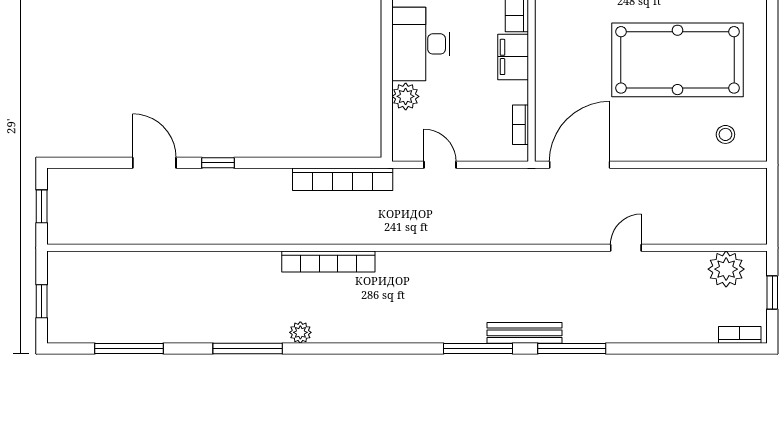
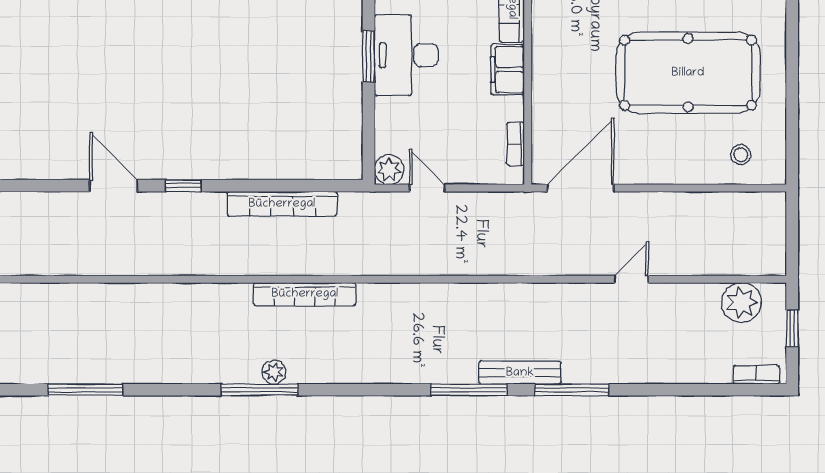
window: (387, 45) -> (369, 56), added
plant: (406, 96) -> (389, 170), moved
bookcase: (343, 179) -> (282, 204), moved
window: (248, 349) -> (259, 390), moved

